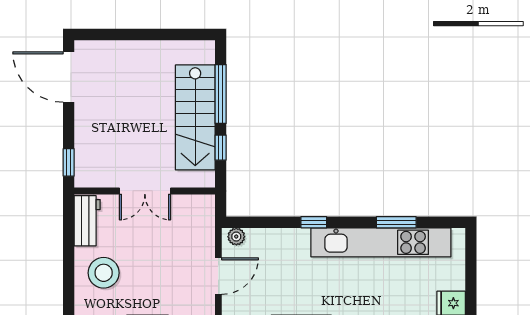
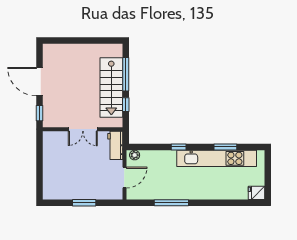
door: (69, 77) -> (39, 82), moved
workbench: (87, 221) -> (115, 145), moved, turned 180
stool: (104, 273) -> (59, 176), removed

